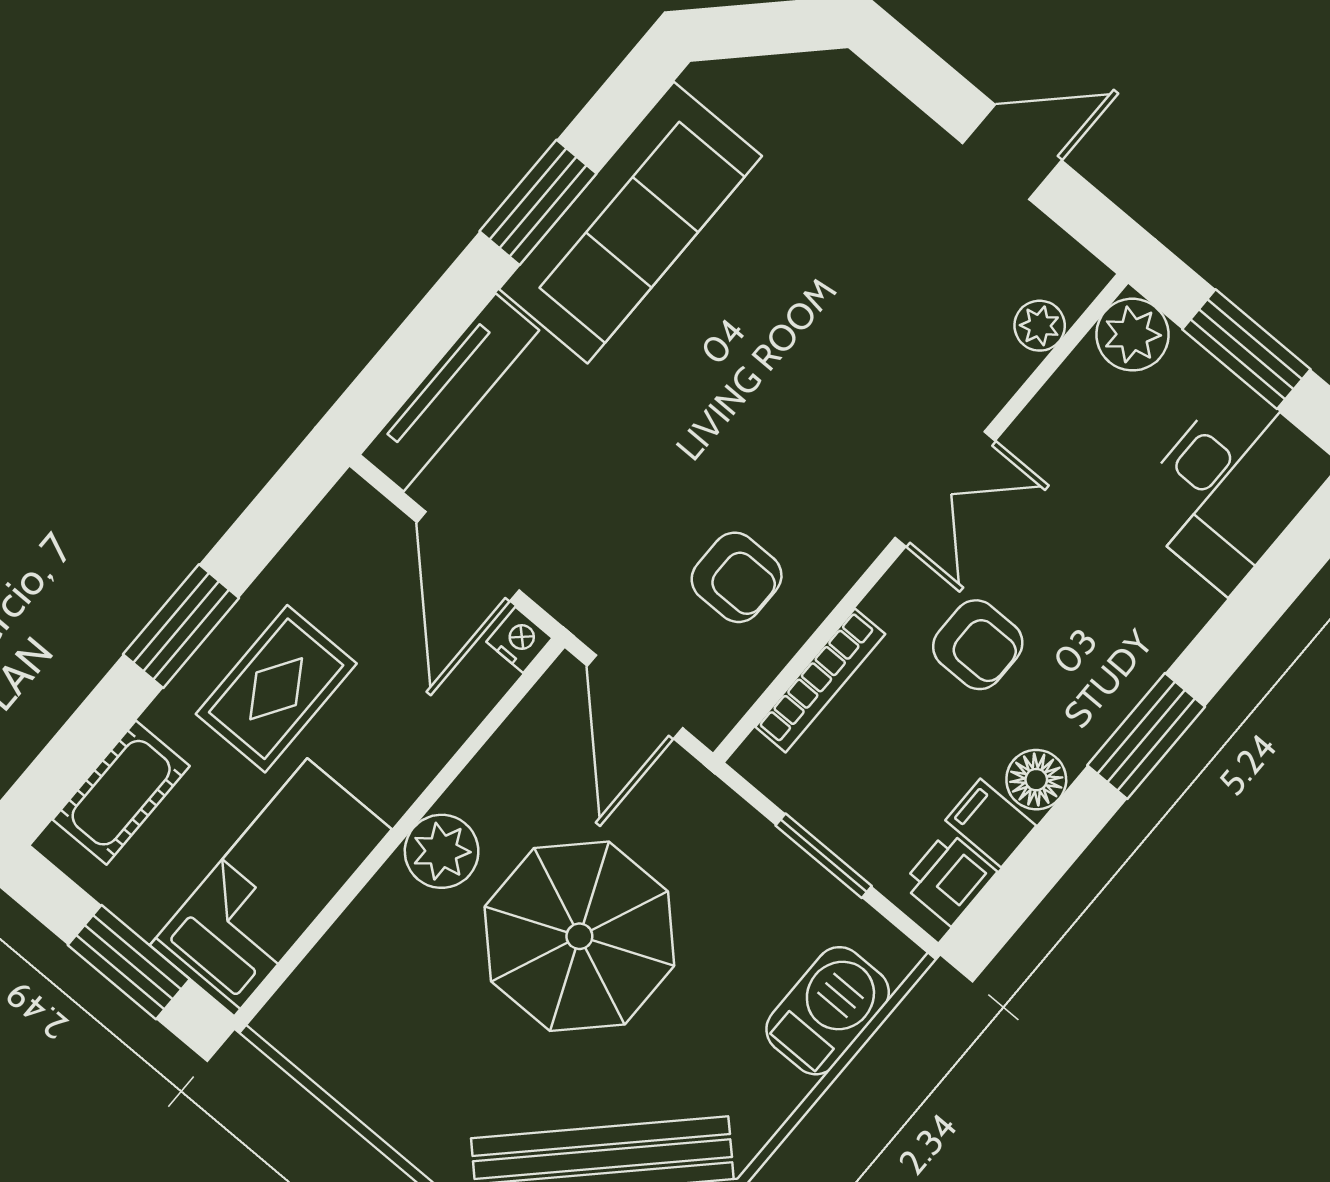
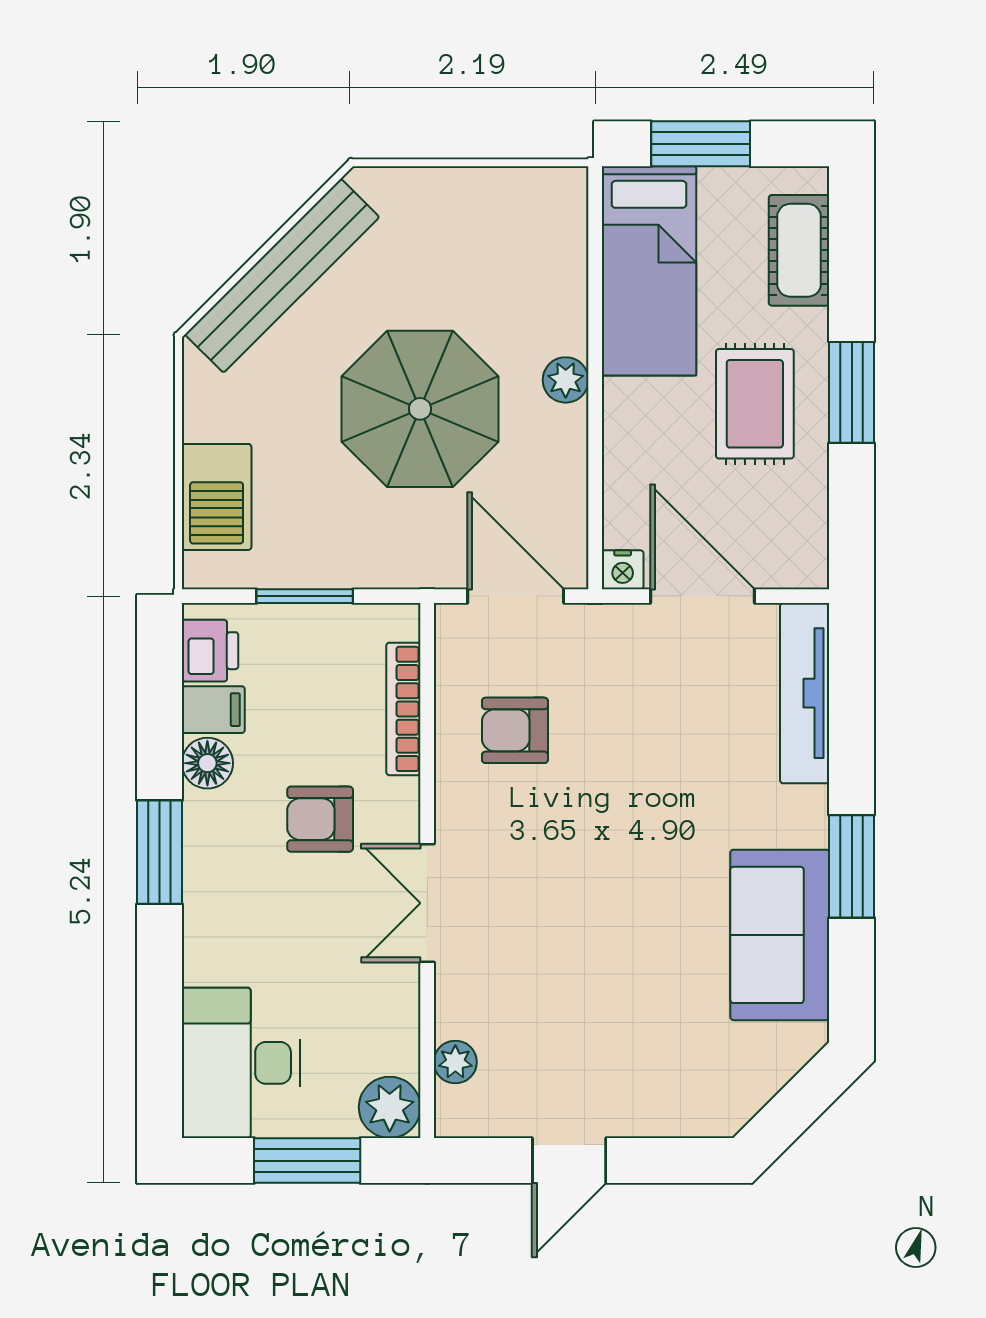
sofa: (631, 223) -> (780, 935), width x0.73
plant: (442, 851) -> (566, 380), width x0.73, depth x0.73

